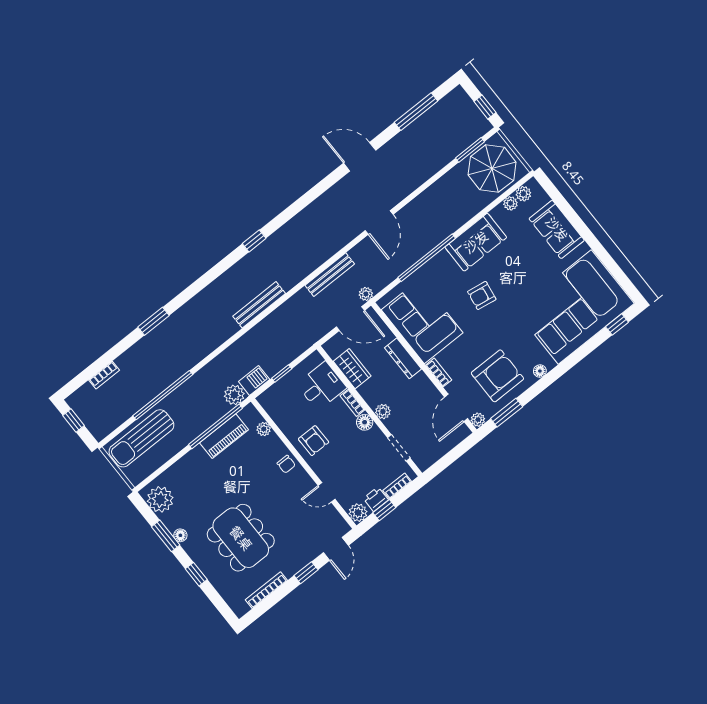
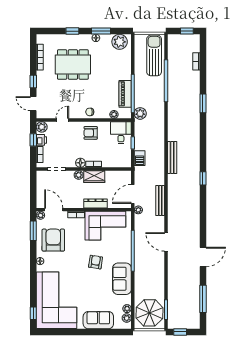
wardrobe: (352, 369) -> (94, 177), moved
armchair: (497, 376) -> (53, 240), turned 180
barbecue: (254, 380) -> (140, 158), moved
desk: (322, 386) -> (121, 133), moved, turned 180

